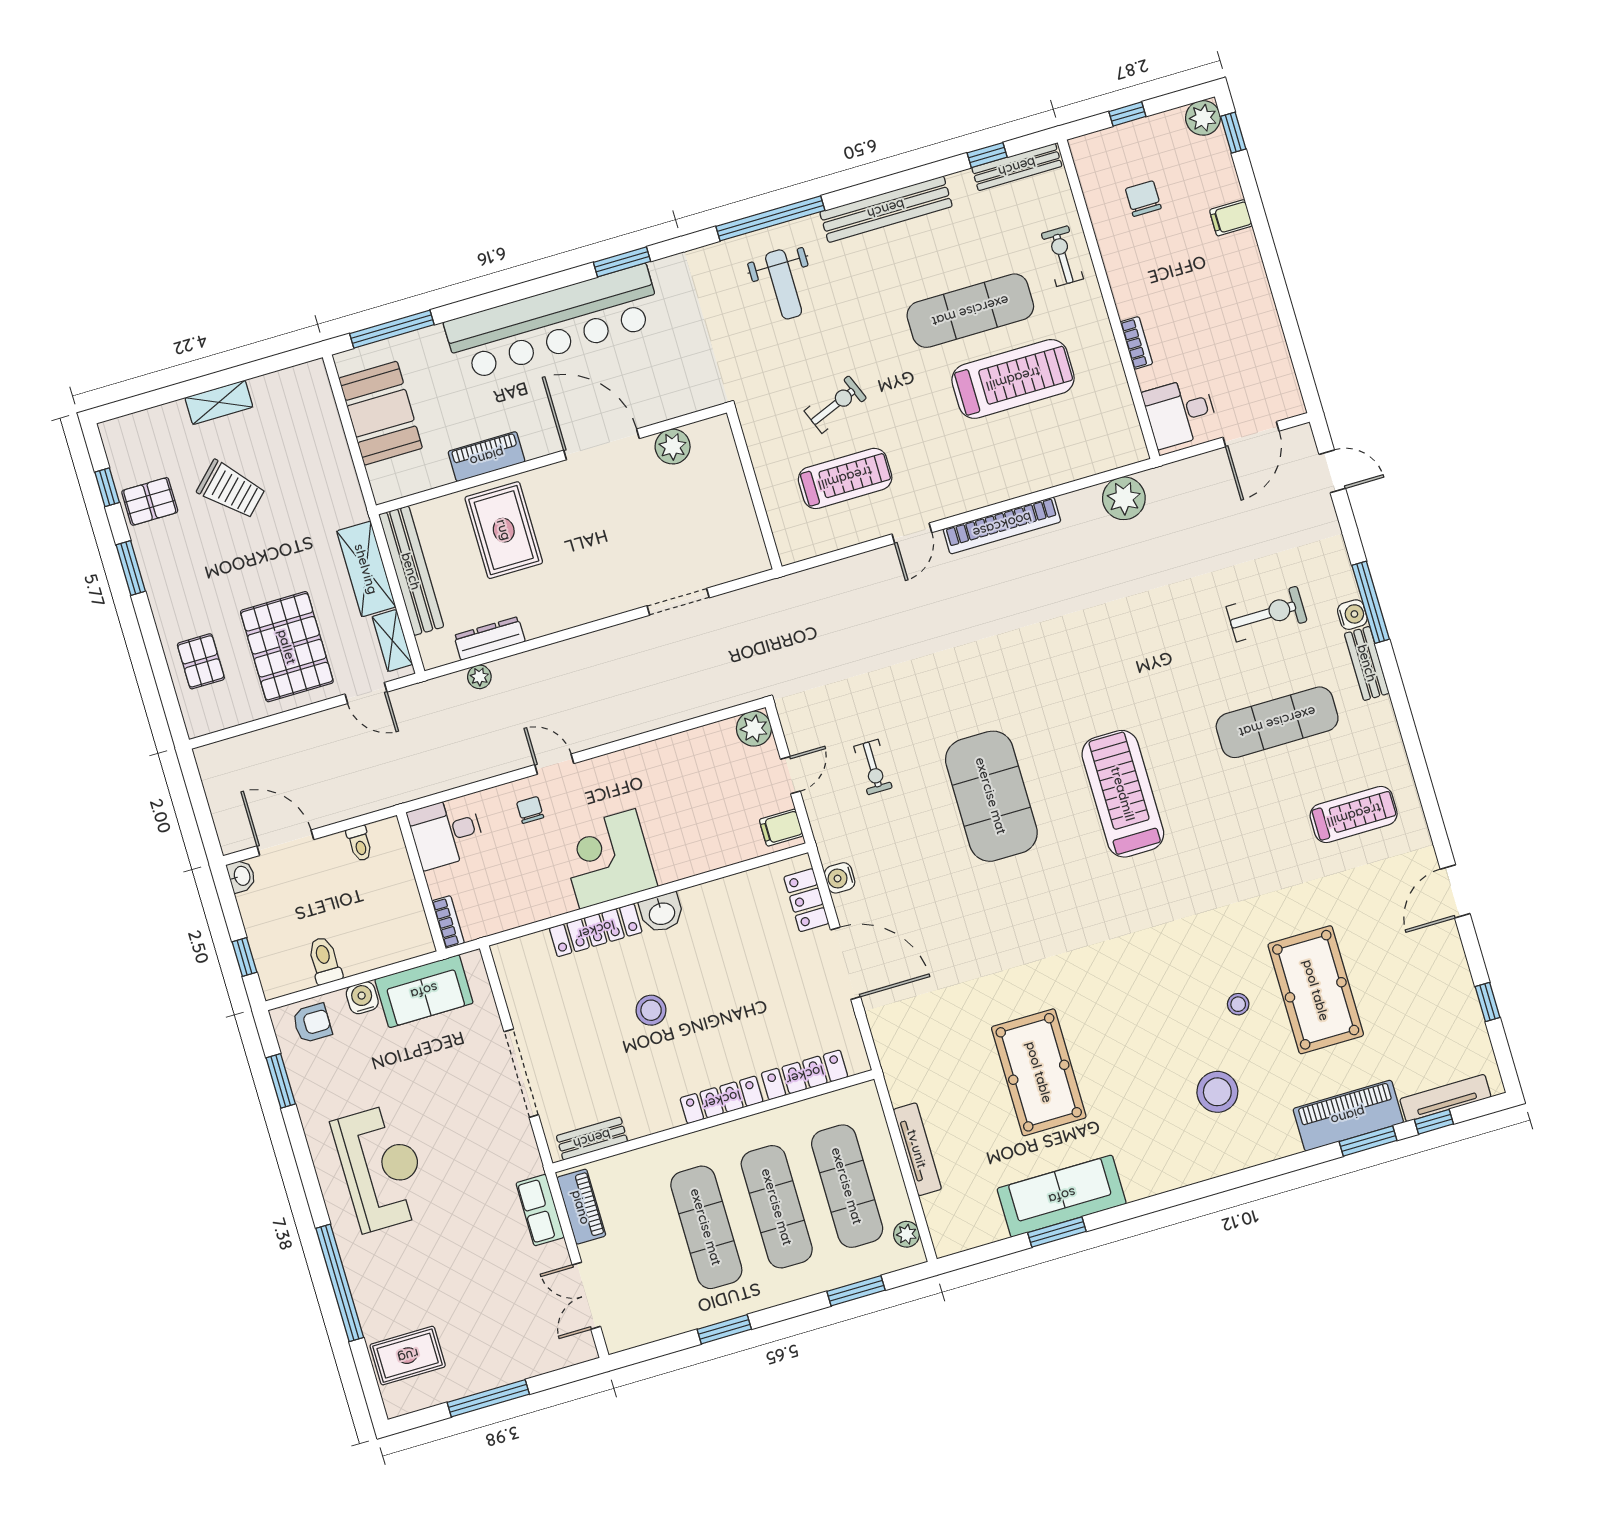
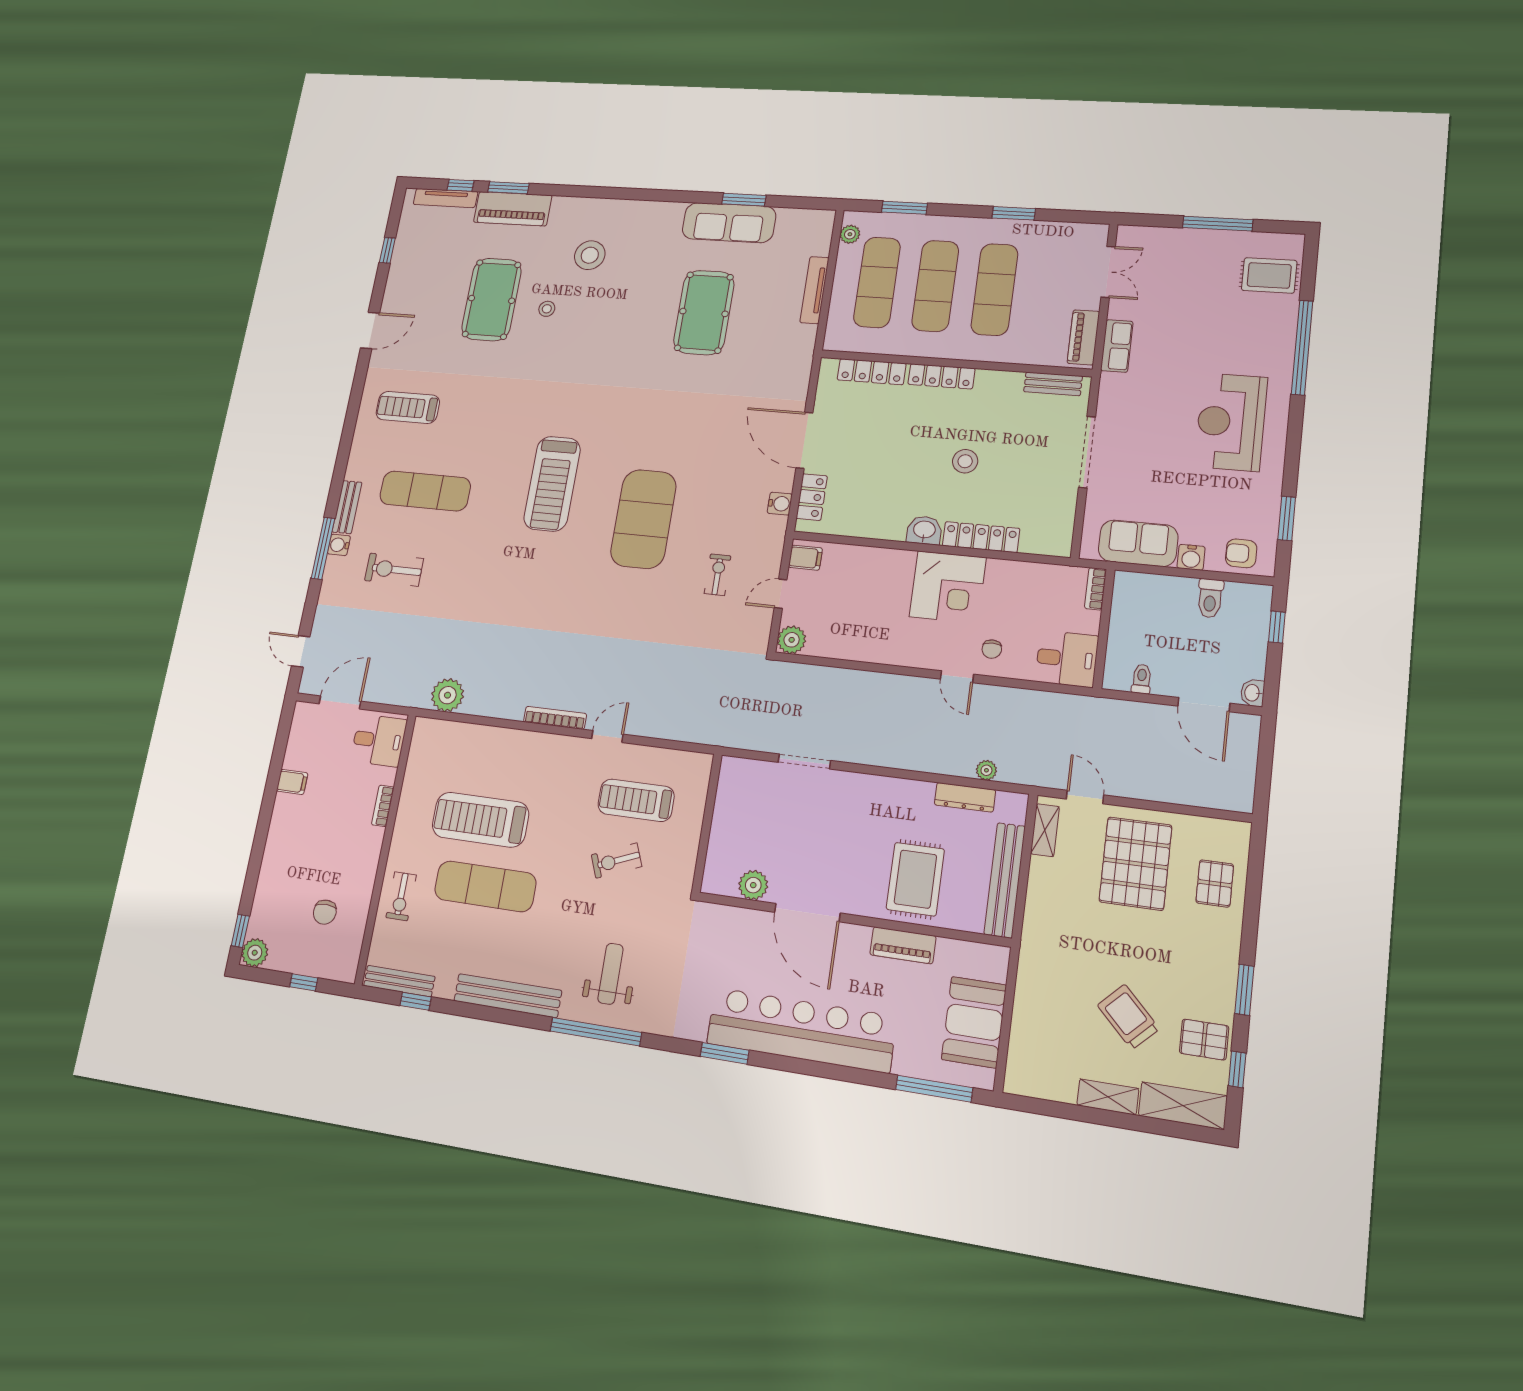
filing cabinet: (1231, 218) -> (292, 782), moved
bookcase: (1002, 525) -> (555, 718), width x0.68, depth x0.76
shelving: (366, 569) -> (1183, 1106), moved, turned 90

